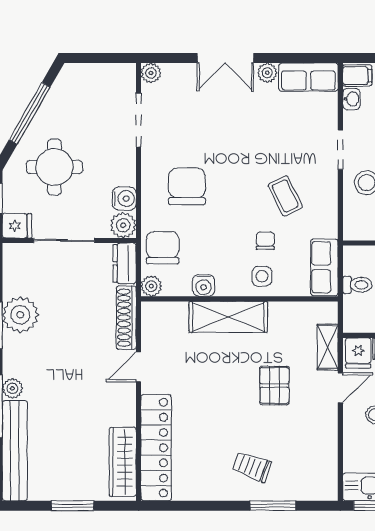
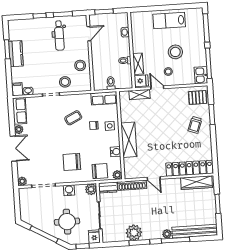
water cooler: (124, 199) -> (69, 190), moved
chair: (163, 248) -> (100, 171), turned 180
pallet: (274, 385) -> (198, 97), moved

